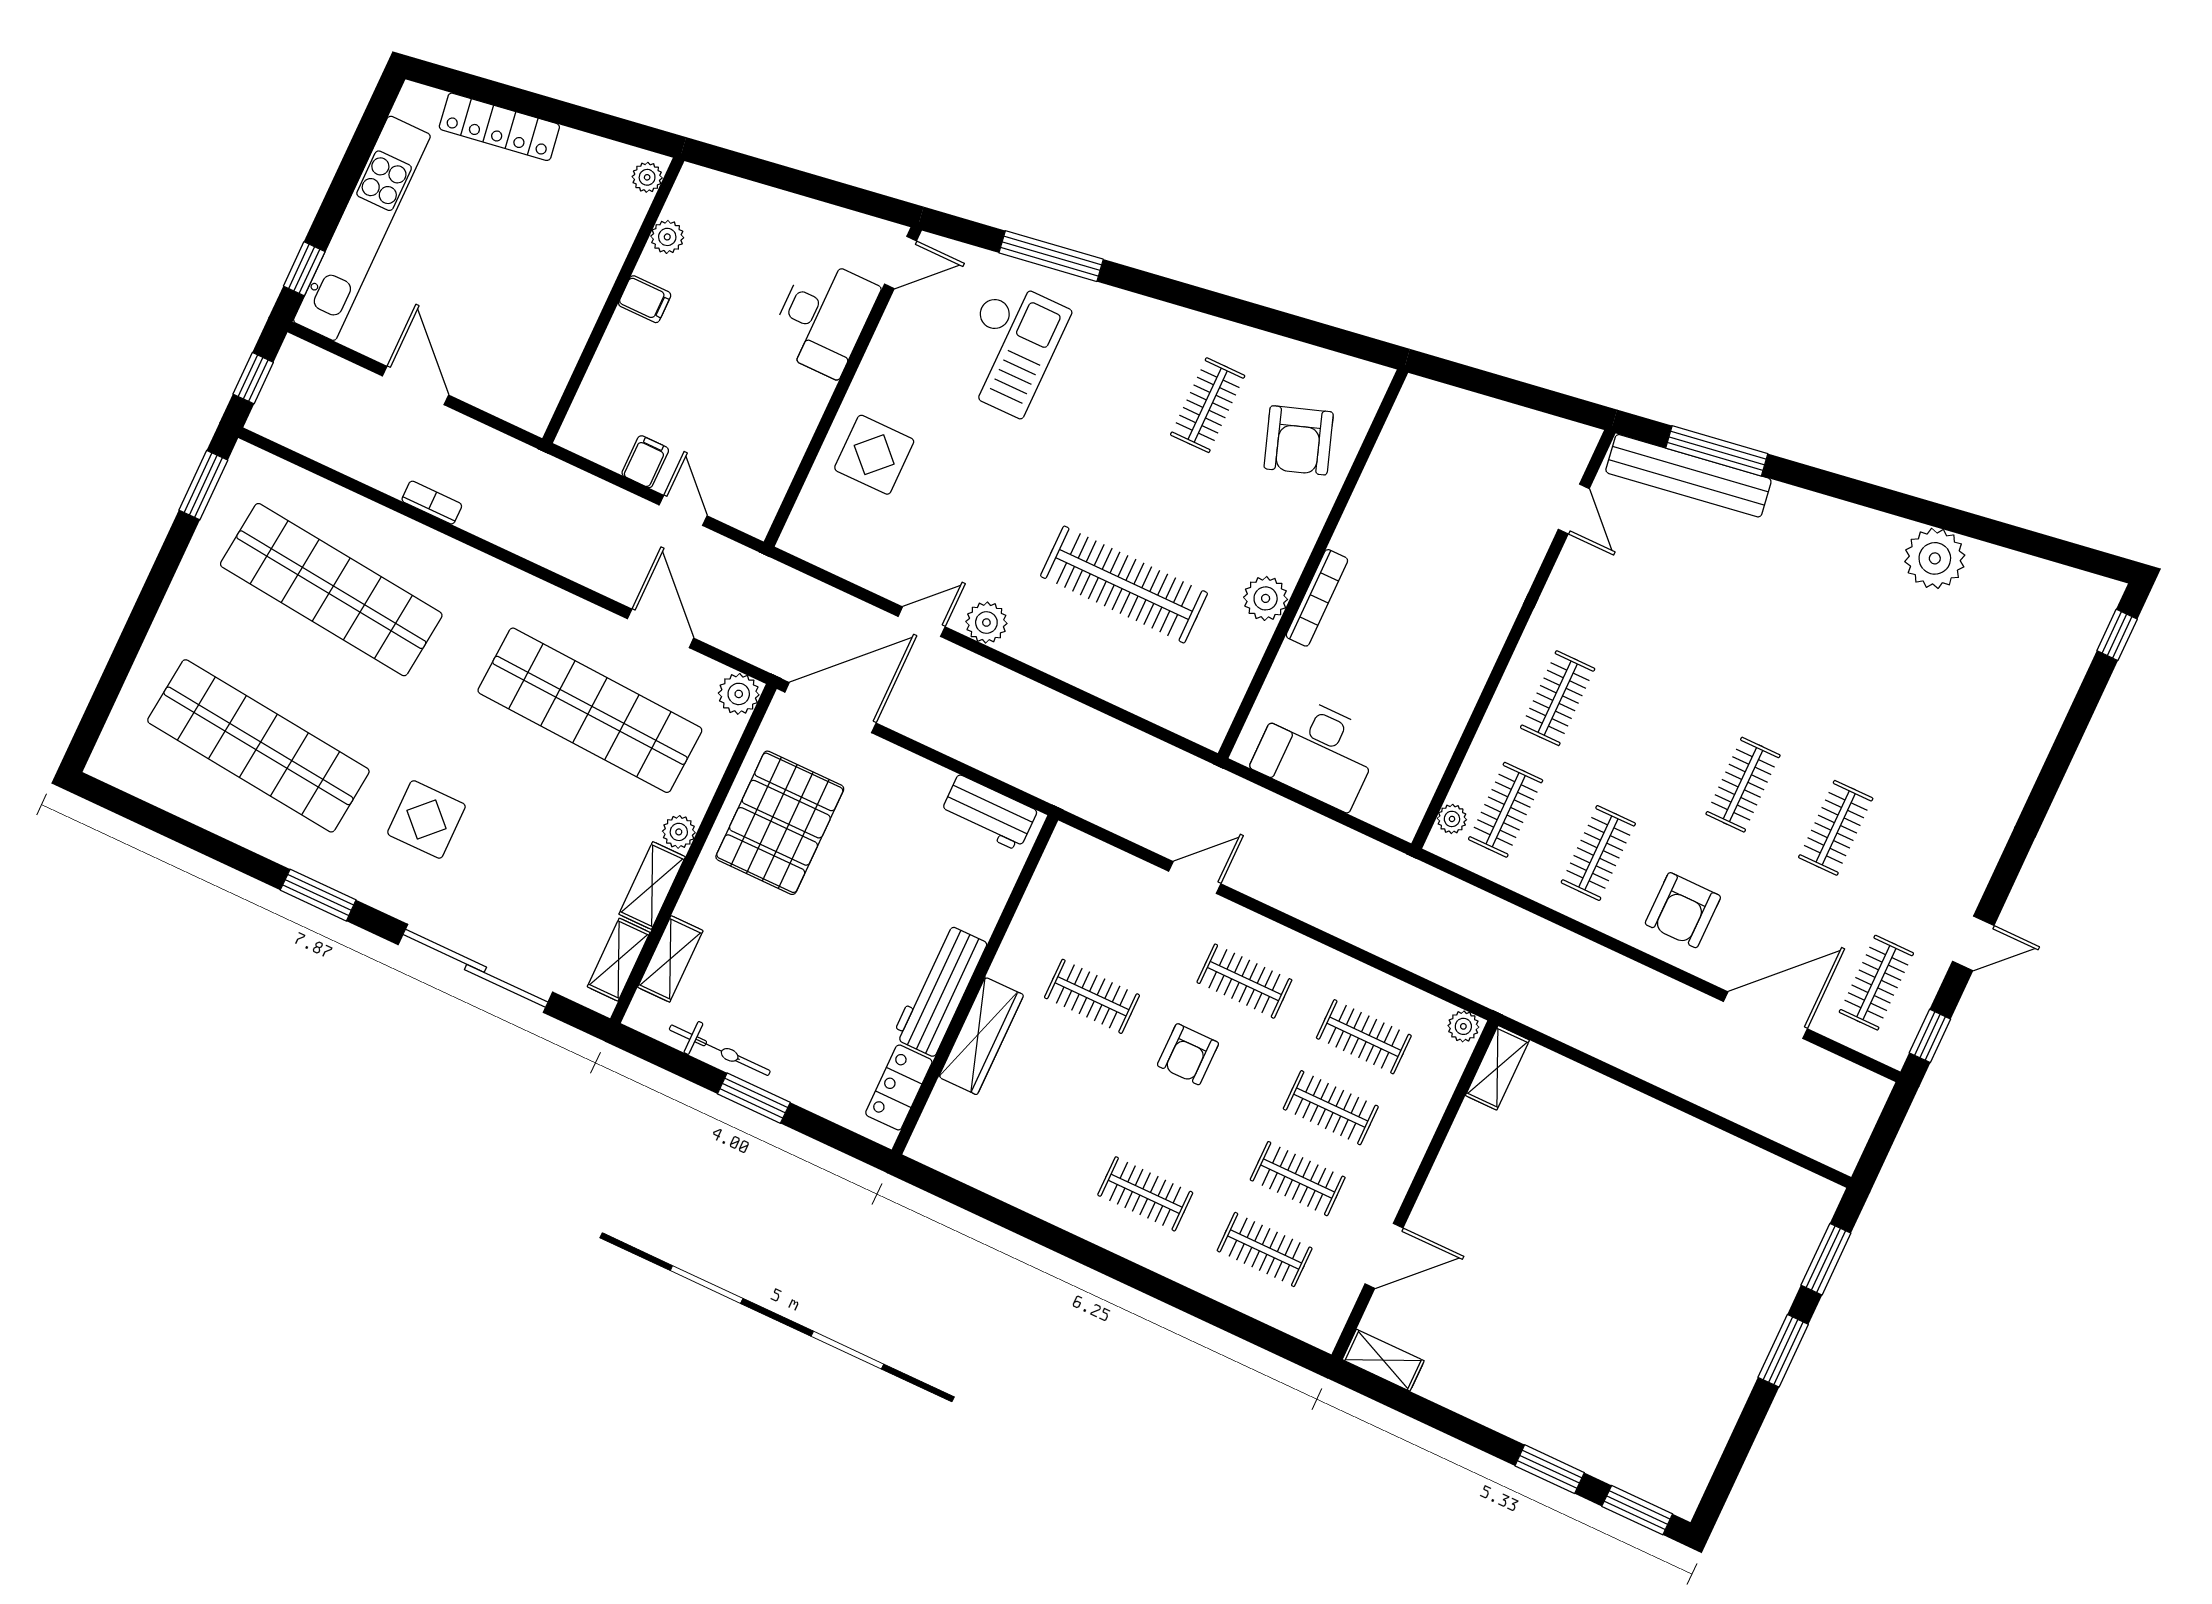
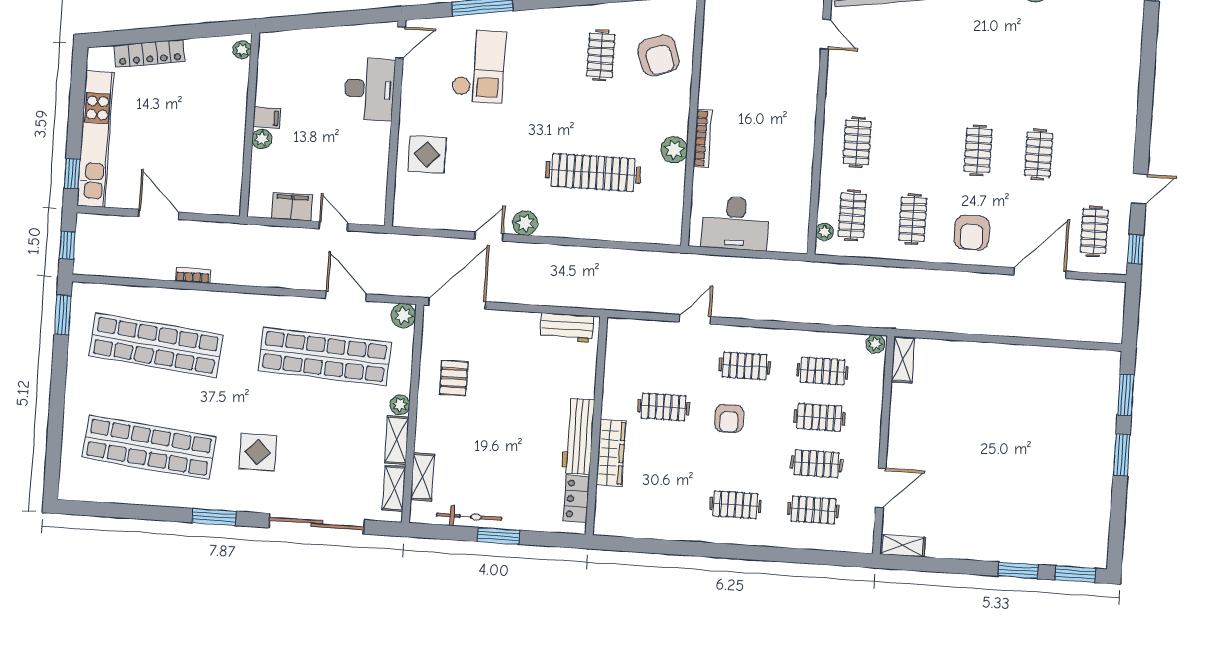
plant: (667, 237) -> (262, 139), moved
filing cabinet: (645, 462) -> (292, 207), width x2.00
pallet: (780, 823) -> (454, 378), width x0.49, depth x0.50

